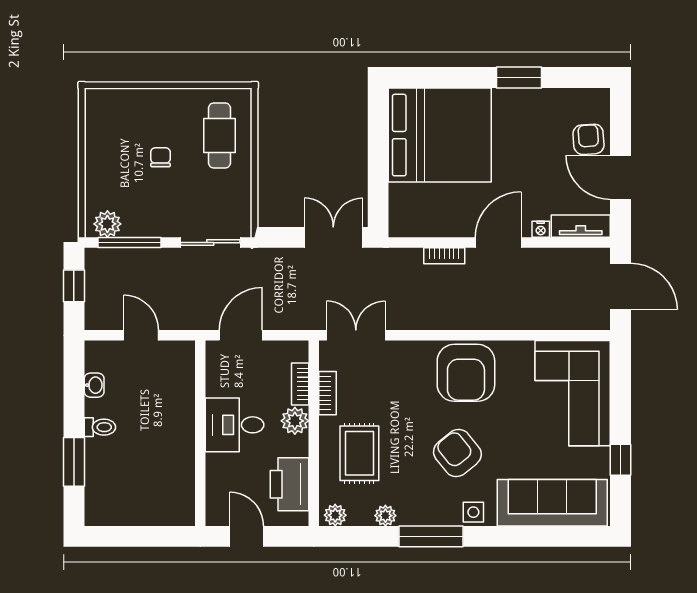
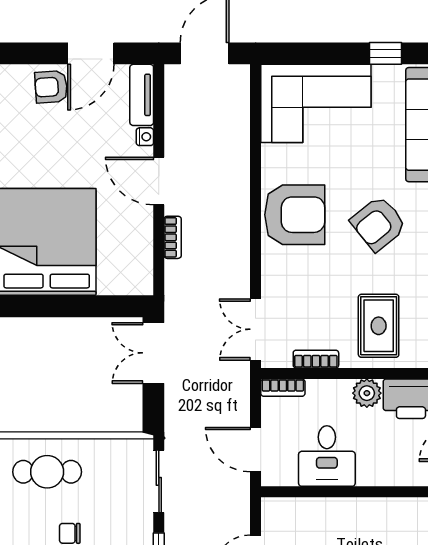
bookcase: (300, 384) -> (283, 388), moved
plant: (295, 421) -> (367, 393), moved
desk: (235, 425) -> (327, 456), moved
rug: (359, 453) -> (379, 326), turned 90

